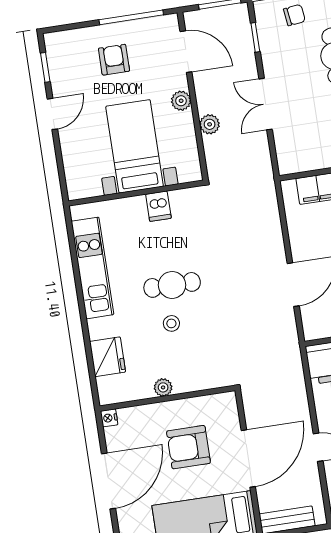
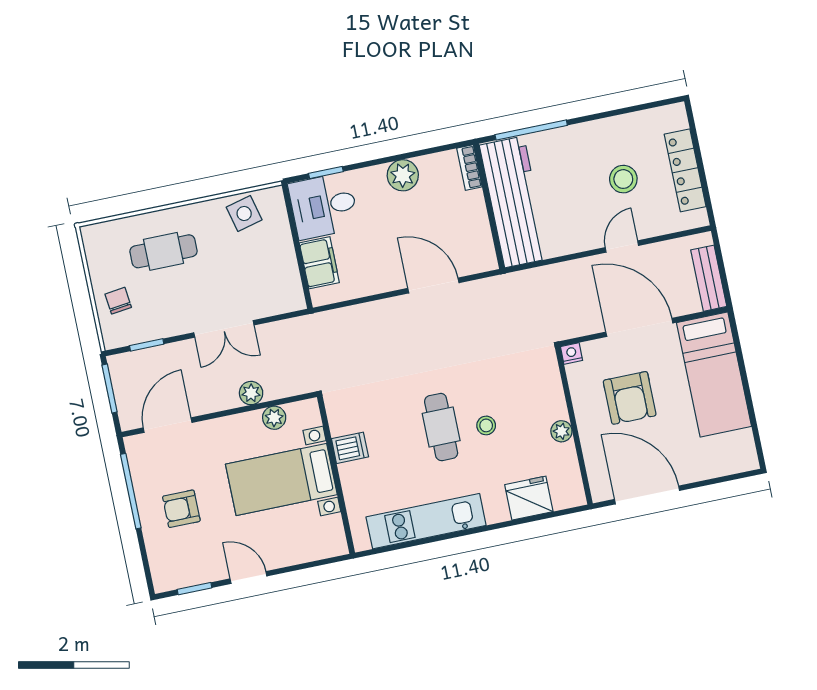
plant: (181, 101) -> (274, 418), moved
nightstand: (109, 418) -> (572, 354), moved, turned 180
door: (109, 481) -> (647, 495), moved

